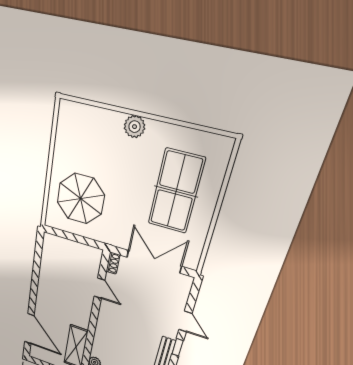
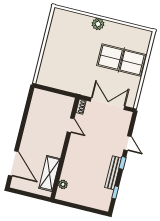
table tennis table: (176, 192) -> (121, 60), turned 90
parasol: (81, 199) -> (62, 65), removed

